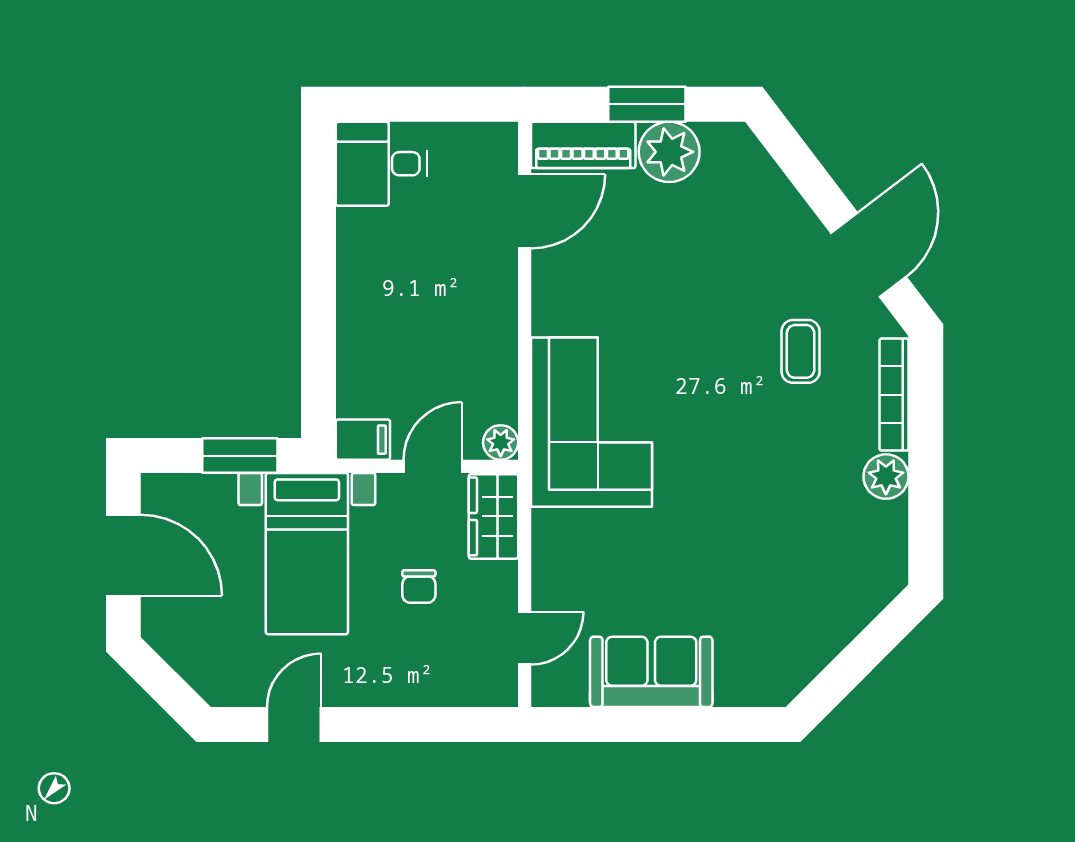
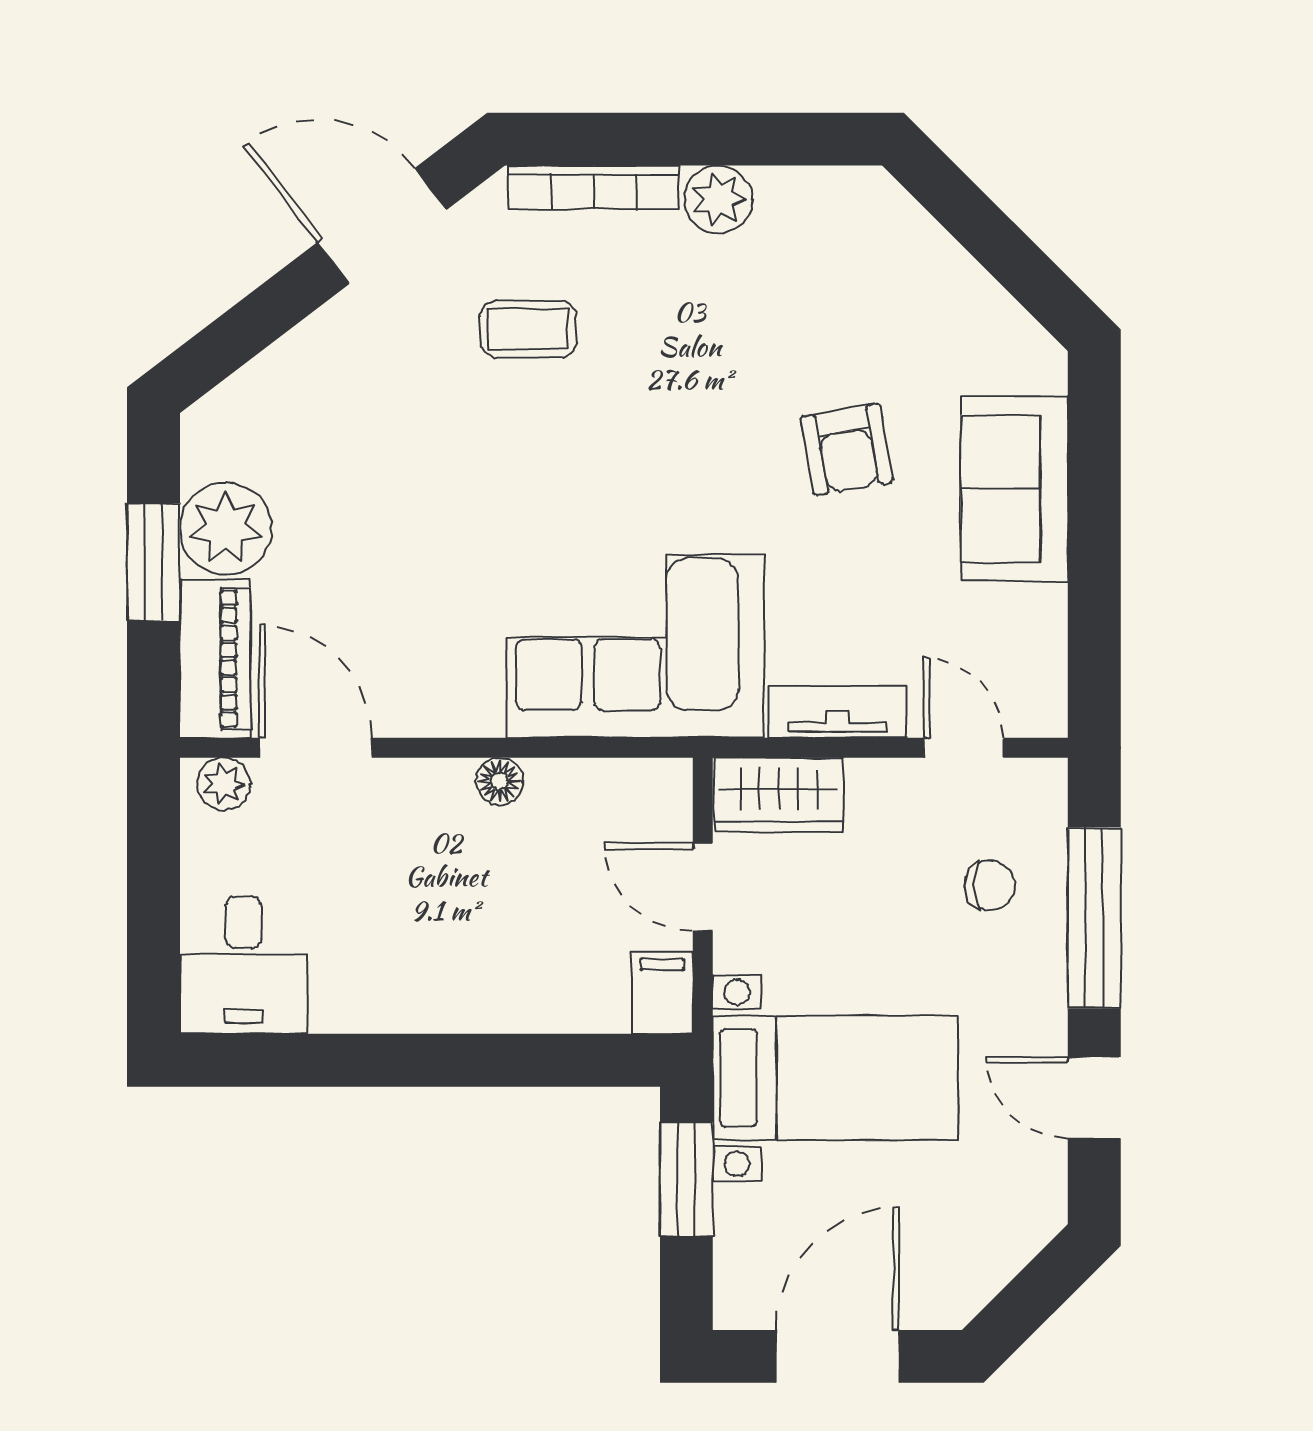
floor lamp: (502, 332) -> (500, 781), added
plant: (501, 442) -> (224, 784), moved
tv unit: (548, 555) -> (838, 712), added
armchair: (721, 561) -> (847, 449), added
chair: (419, 587) -> (990, 885), moved
sofa: (651, 672) -> (1014, 489), moved
window: (412, 724) -> (1094, 918), added

